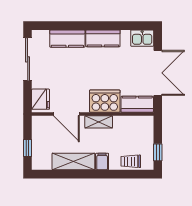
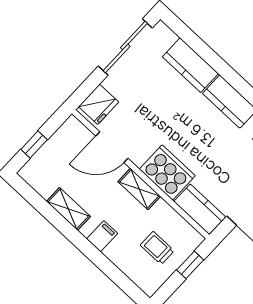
door: (66, 114) -> (112, 147), hinge flipped
window: (158, 152) -> (190, 265), moved
shelving: (73, 161) -> (68, 209), width x0.67, depth x0.75
trolley: (131, 161) -> (157, 248), moved

